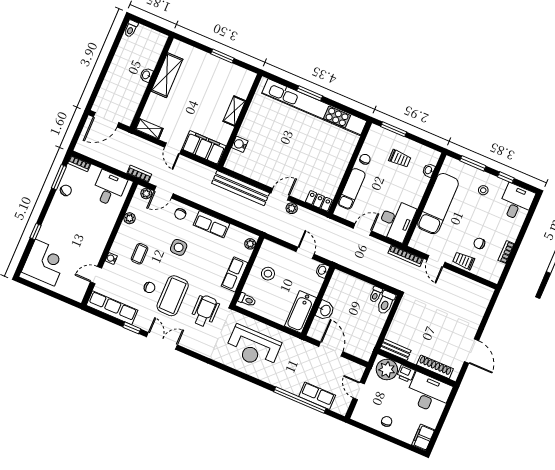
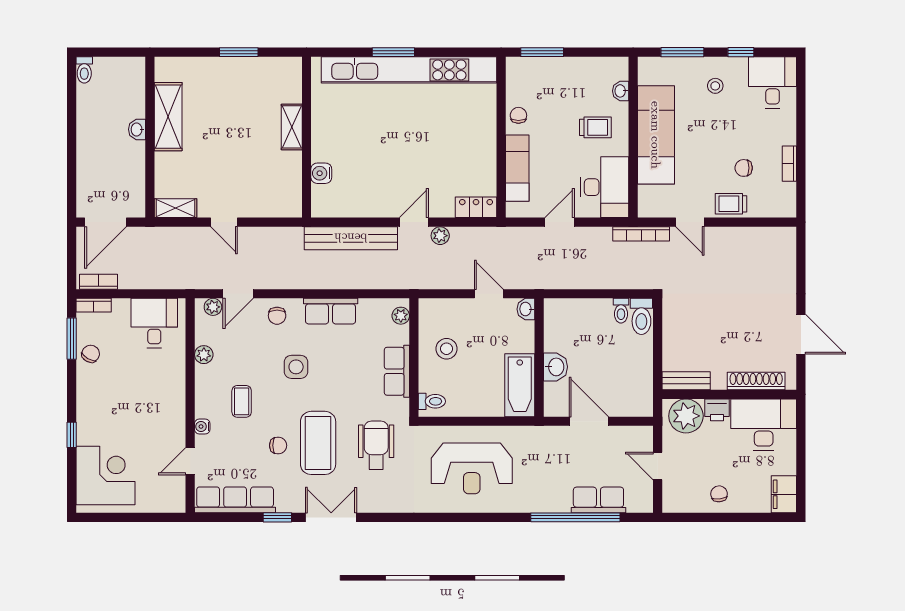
filing cabinet: (204, 148) -> (270, 201), removed
trolley: (400, 159) -> (595, 127), moved
bookcase: (139, 174) -> (98, 282), moved

